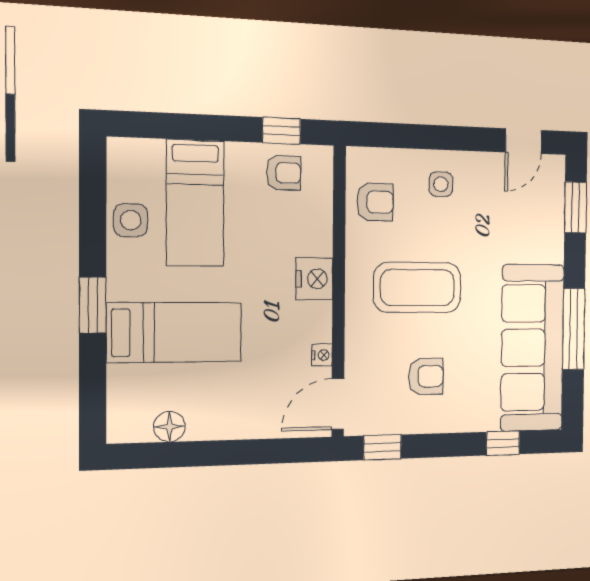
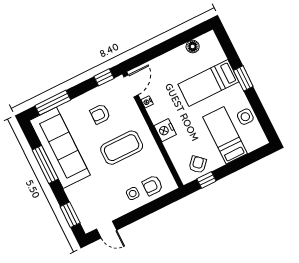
door: (524, 141) -> (107, 230), swing flipped
armchair: (284, 173) -> (198, 164), turned 132
armchair: (375, 202) -> (152, 185), moved
window: (503, 443) -> (53, 103), width x2.17

